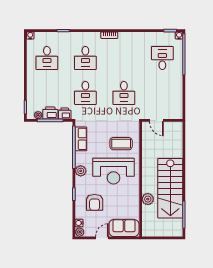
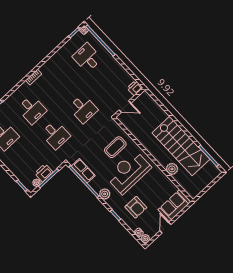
printer: (65, 114) -> (135, 88), moved
reception desk: (114, 171) -> (128, 172), turned 180

